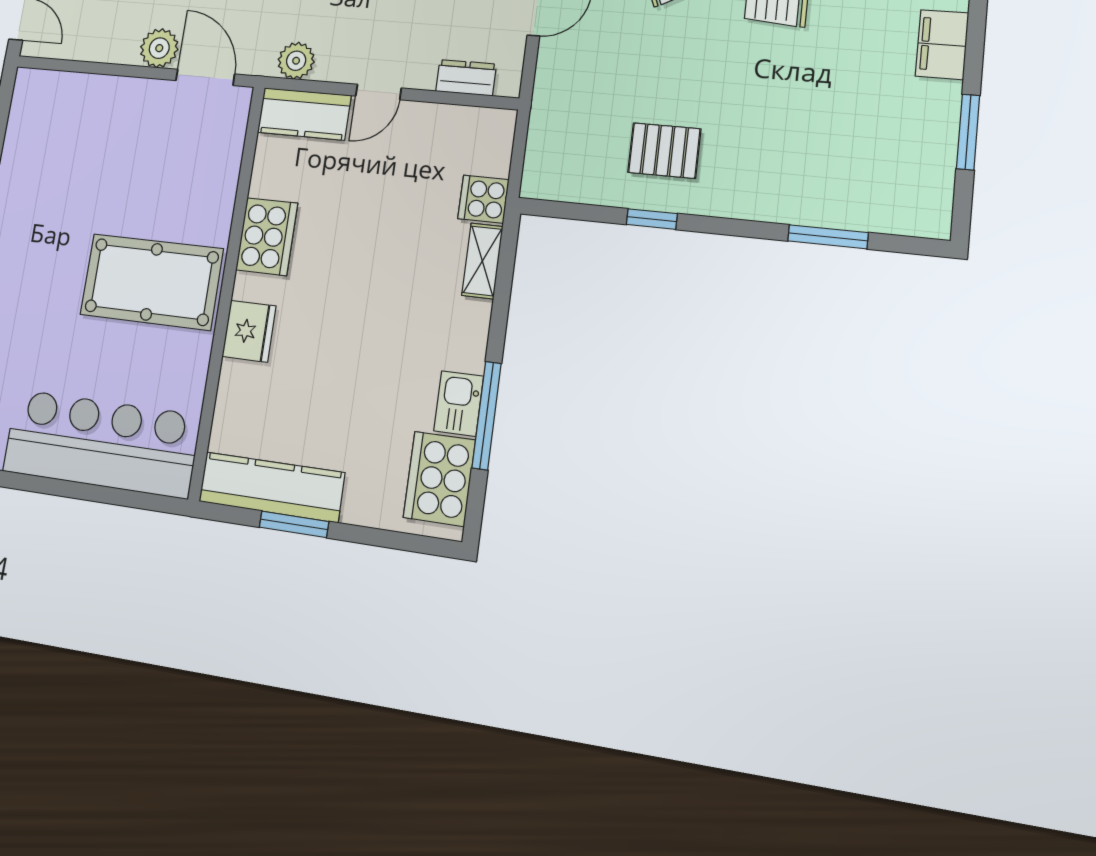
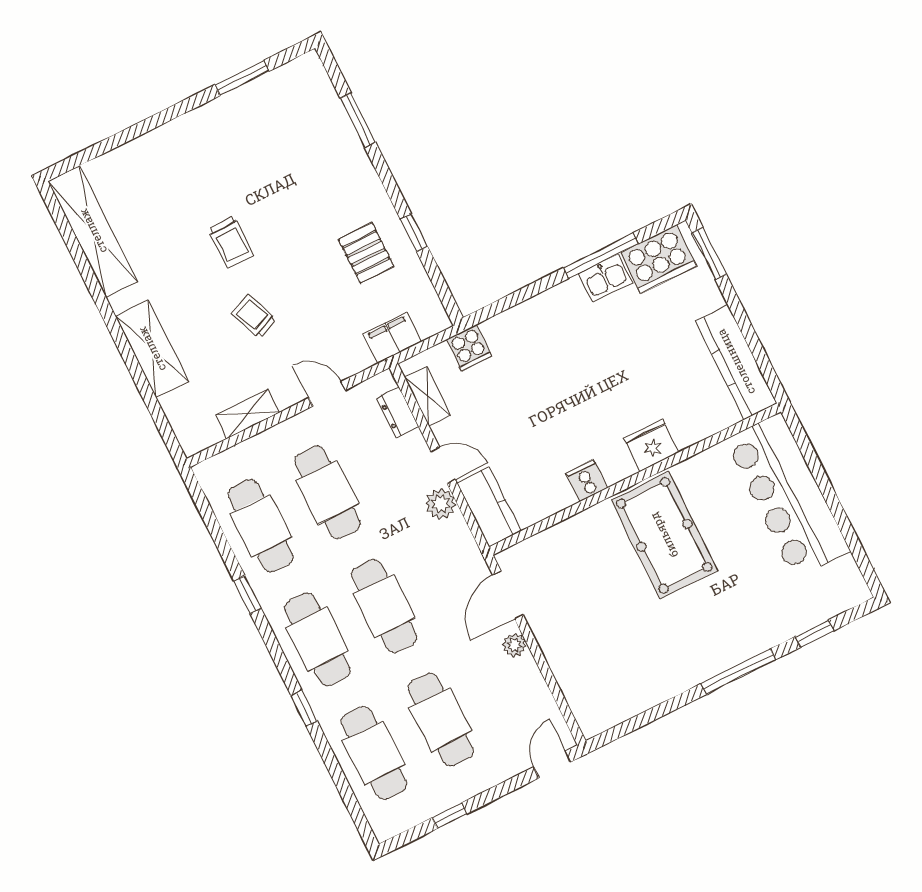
filing cabinet: (942, 45) -> (392, 338), moved, turned 180
plant: (159, 48) -> (515, 645), width x0.73, depth x0.73
plant: (296, 61) -> (441, 504), moved
cooker: (267, 236) -> (587, 481), width x0.53, depth x0.76
shelving: (482, 261) -> (427, 396), moved, turned 90
window: (294, 524) -> (709, 253), moved

